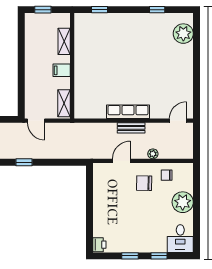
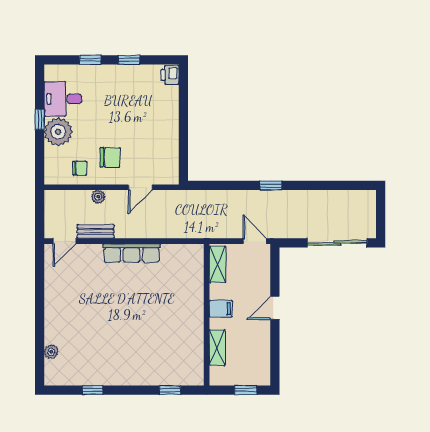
plant: (183, 34) -> (51, 352), width x0.53, depth x0.53
door: (21, 71) -> (275, 308), added
bench: (131, 128) -> (96, 231), moved
window: (197, 211) -> (40, 119), added
desk: (180, 239) -> (63, 99), moved, turned -90

